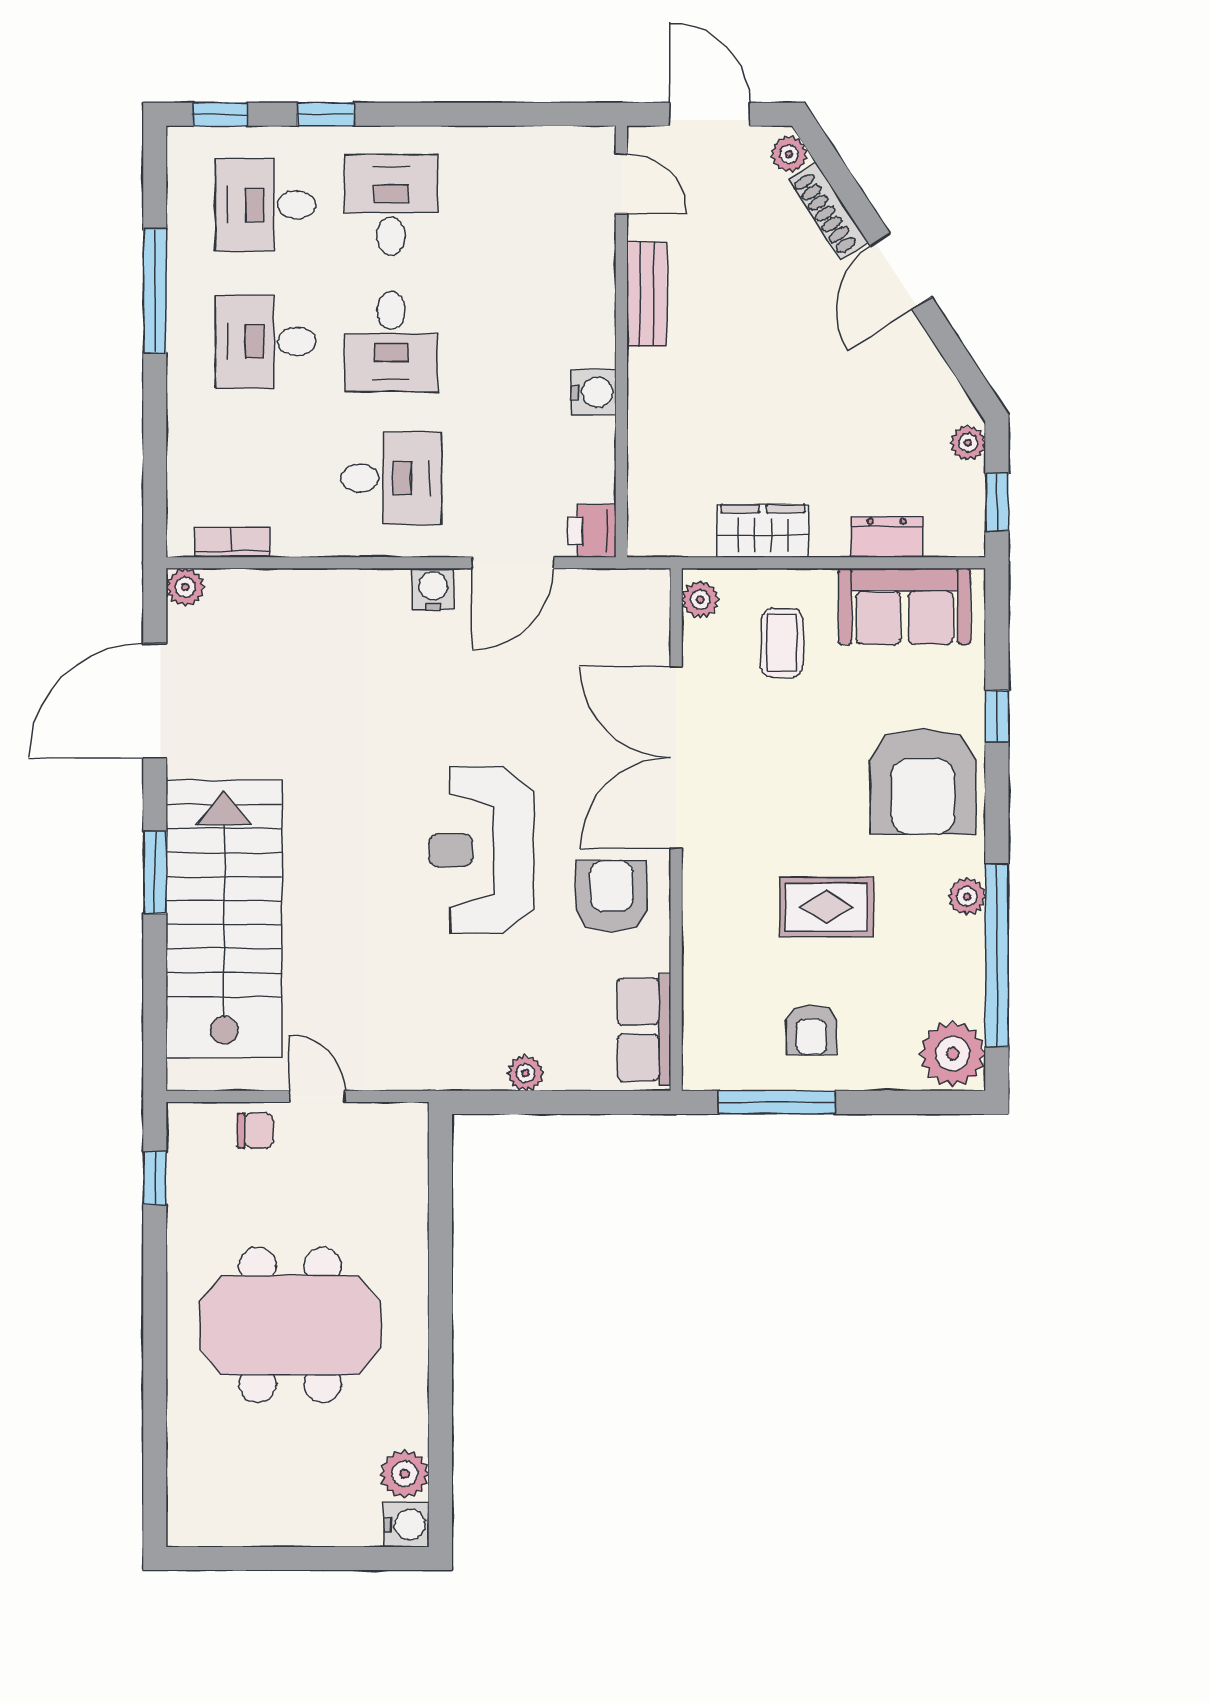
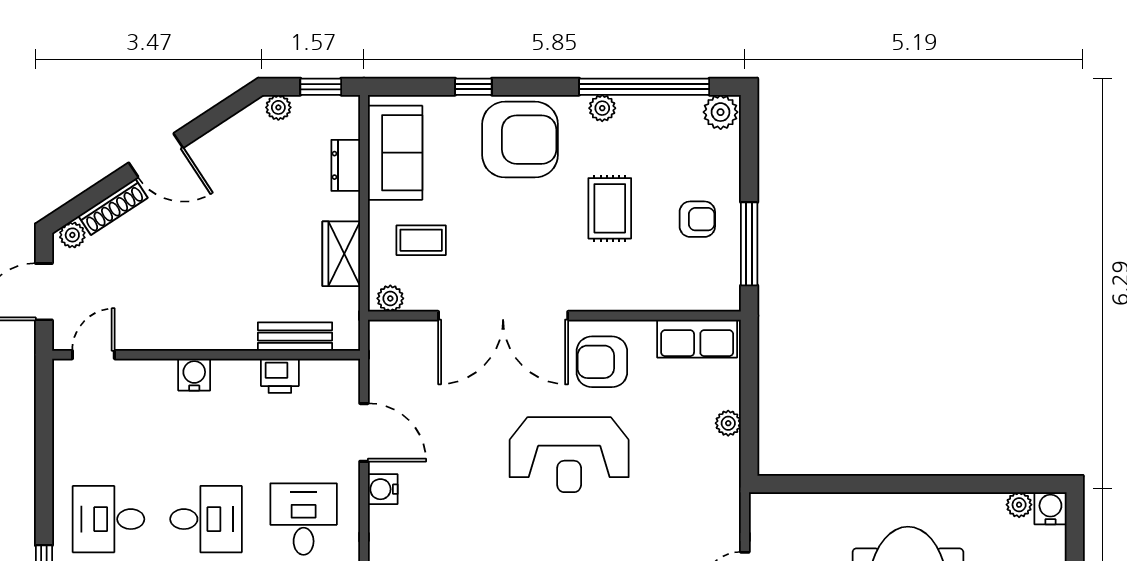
bench: (647, 294) -> (295, 337), moved
water cooler: (594, 392) -> (194, 375), moved
printer: (592, 531) -> (280, 376), moved
plant: (953, 1053) -> (721, 112), width x0.73, depth x0.73
plant: (405, 1474) -> (1019, 505), width x0.73, depth x0.73

